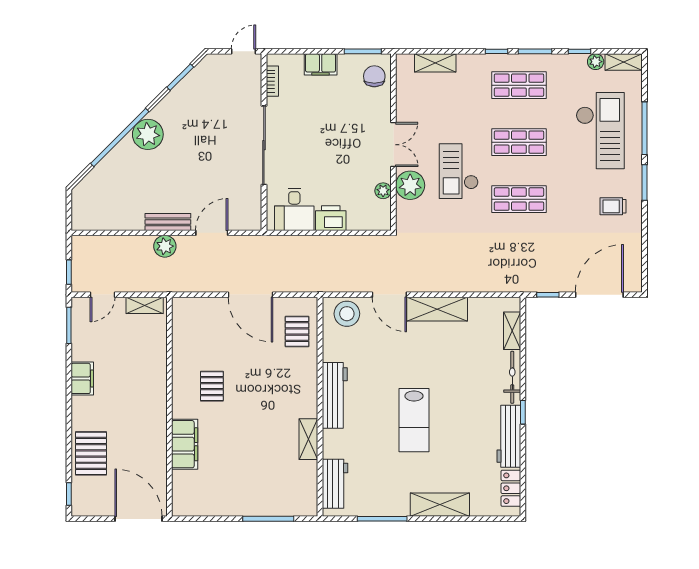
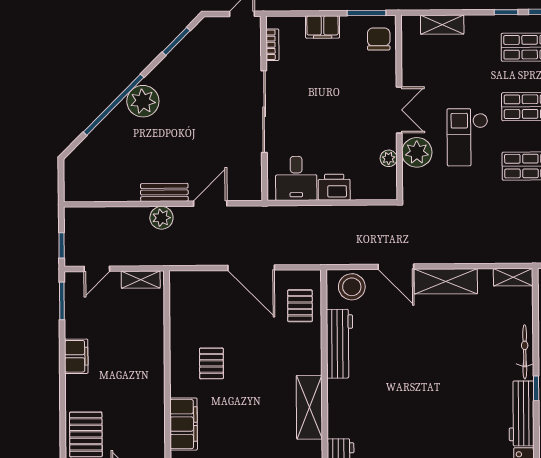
shelving: (512, 331) -> (513, 277), moved, turned 90
workbench: (335, 395) -> (340, 344), moved
lab bench: (414, 420) -> (423, 397), removed
shelving: (308, 439) -> (309, 407), width x1.50, depth x1.33

